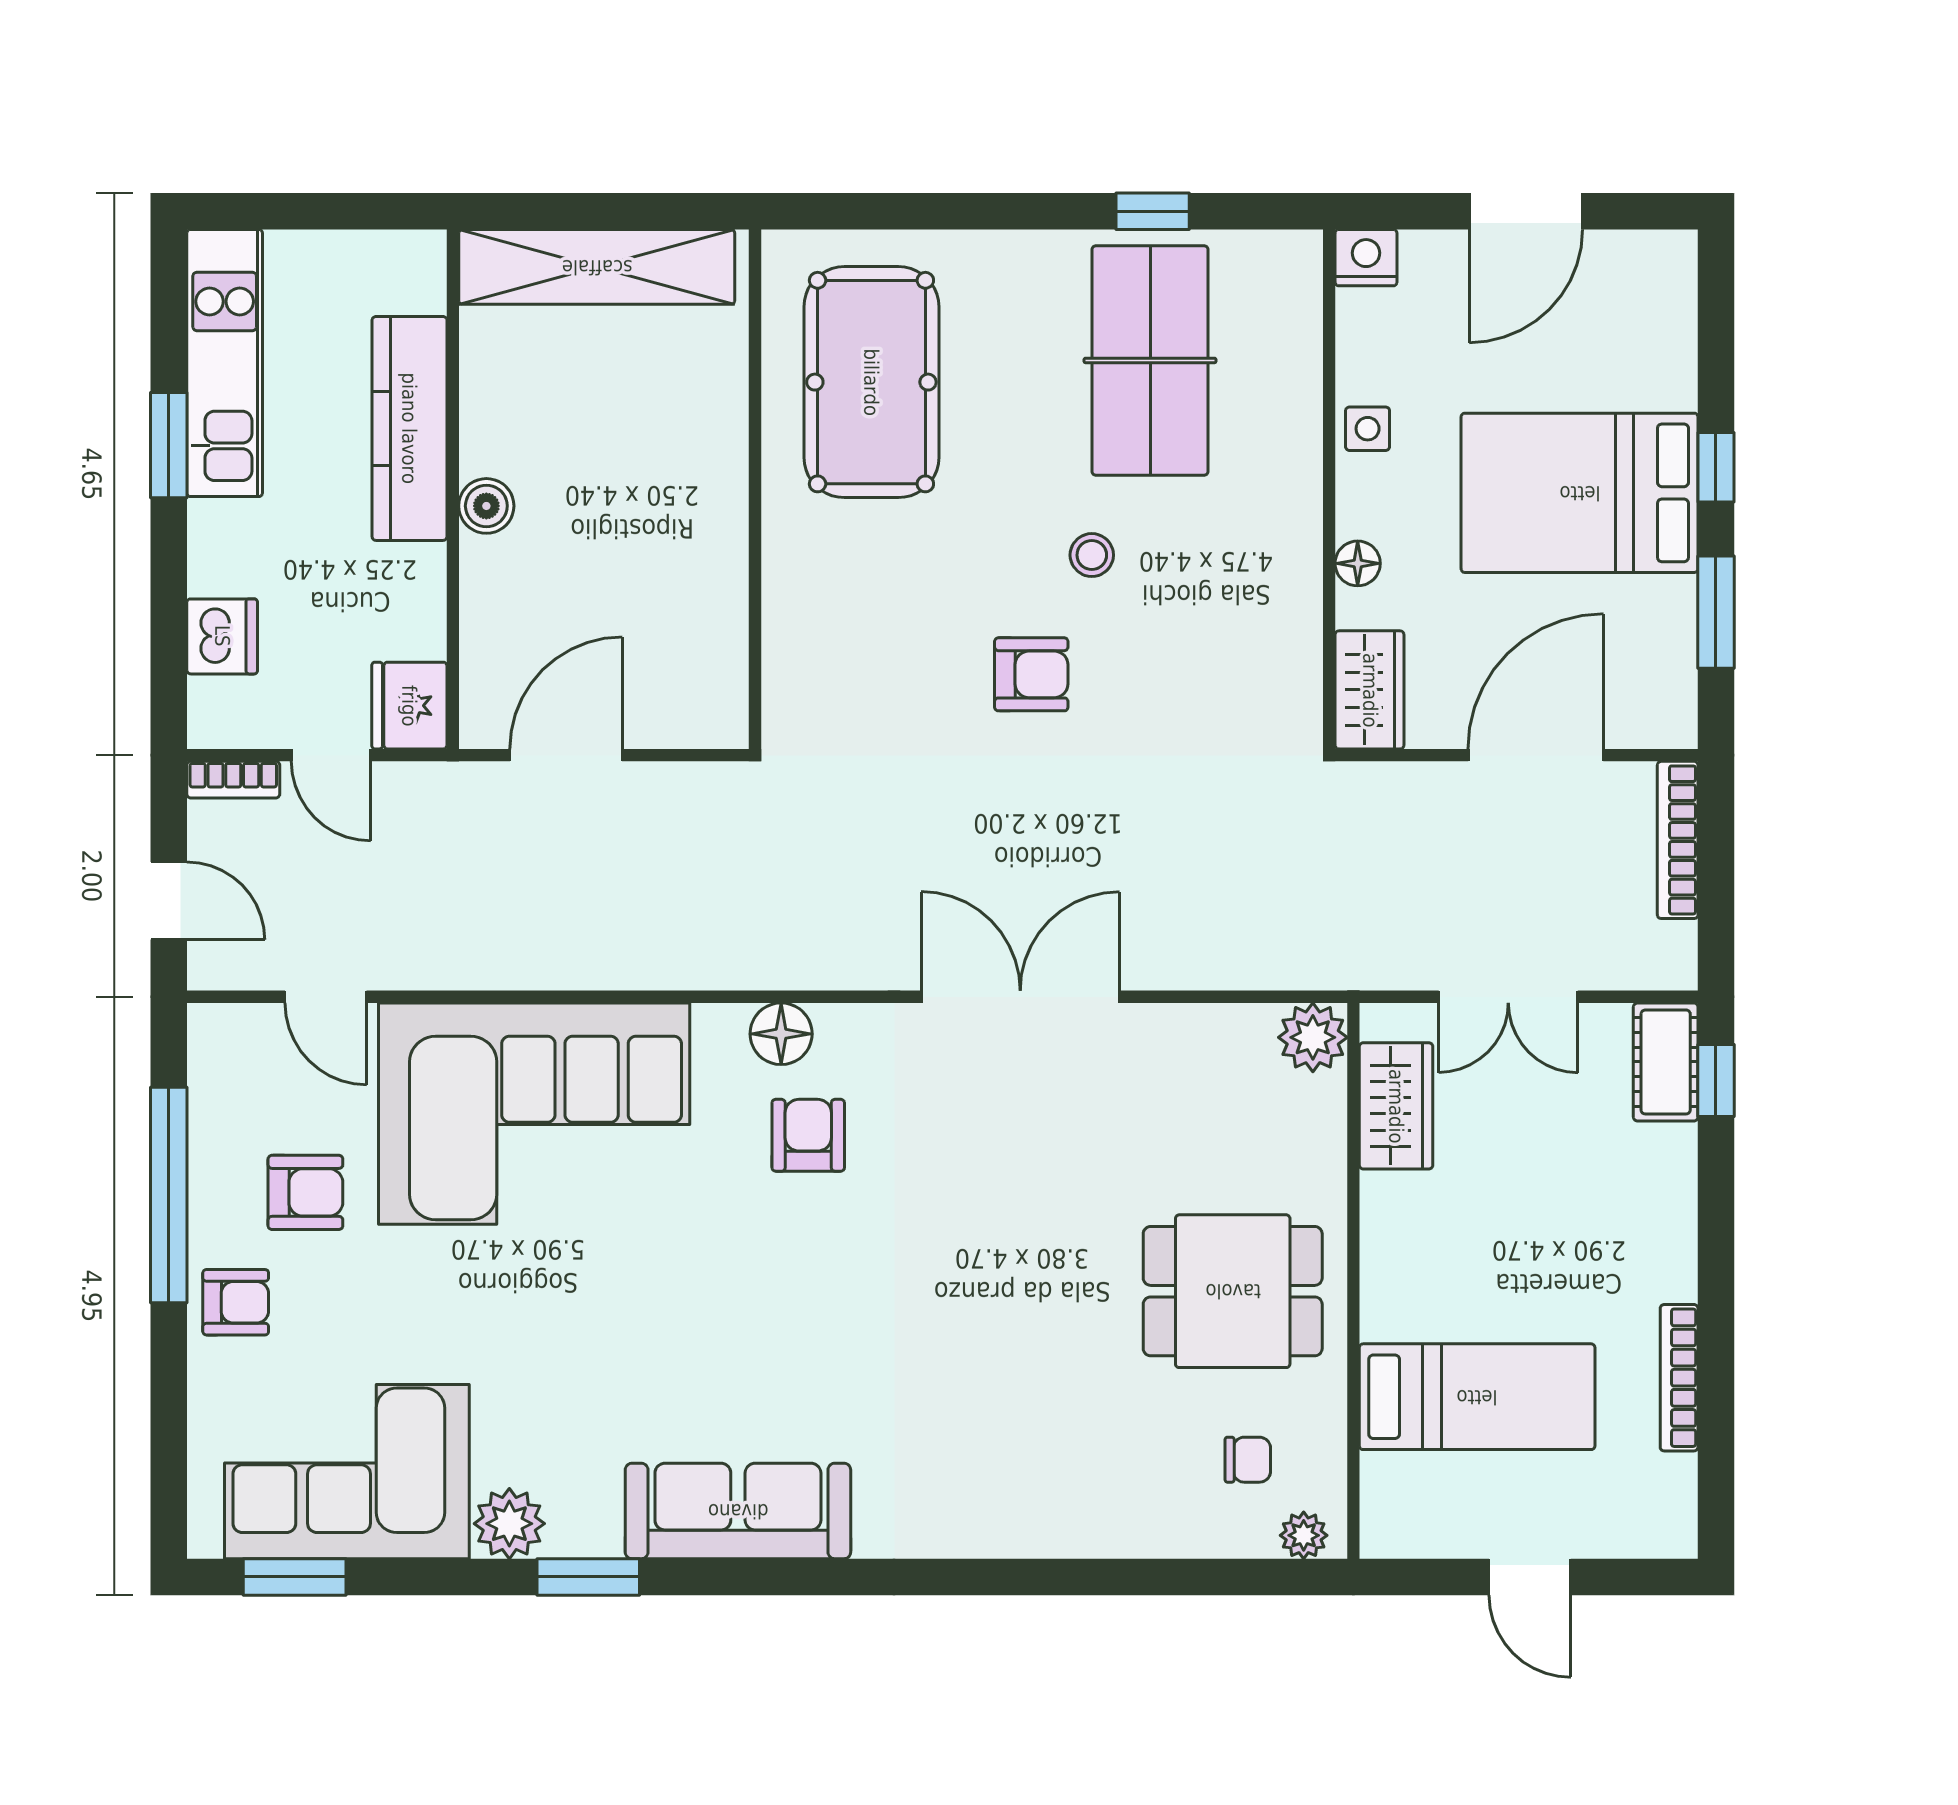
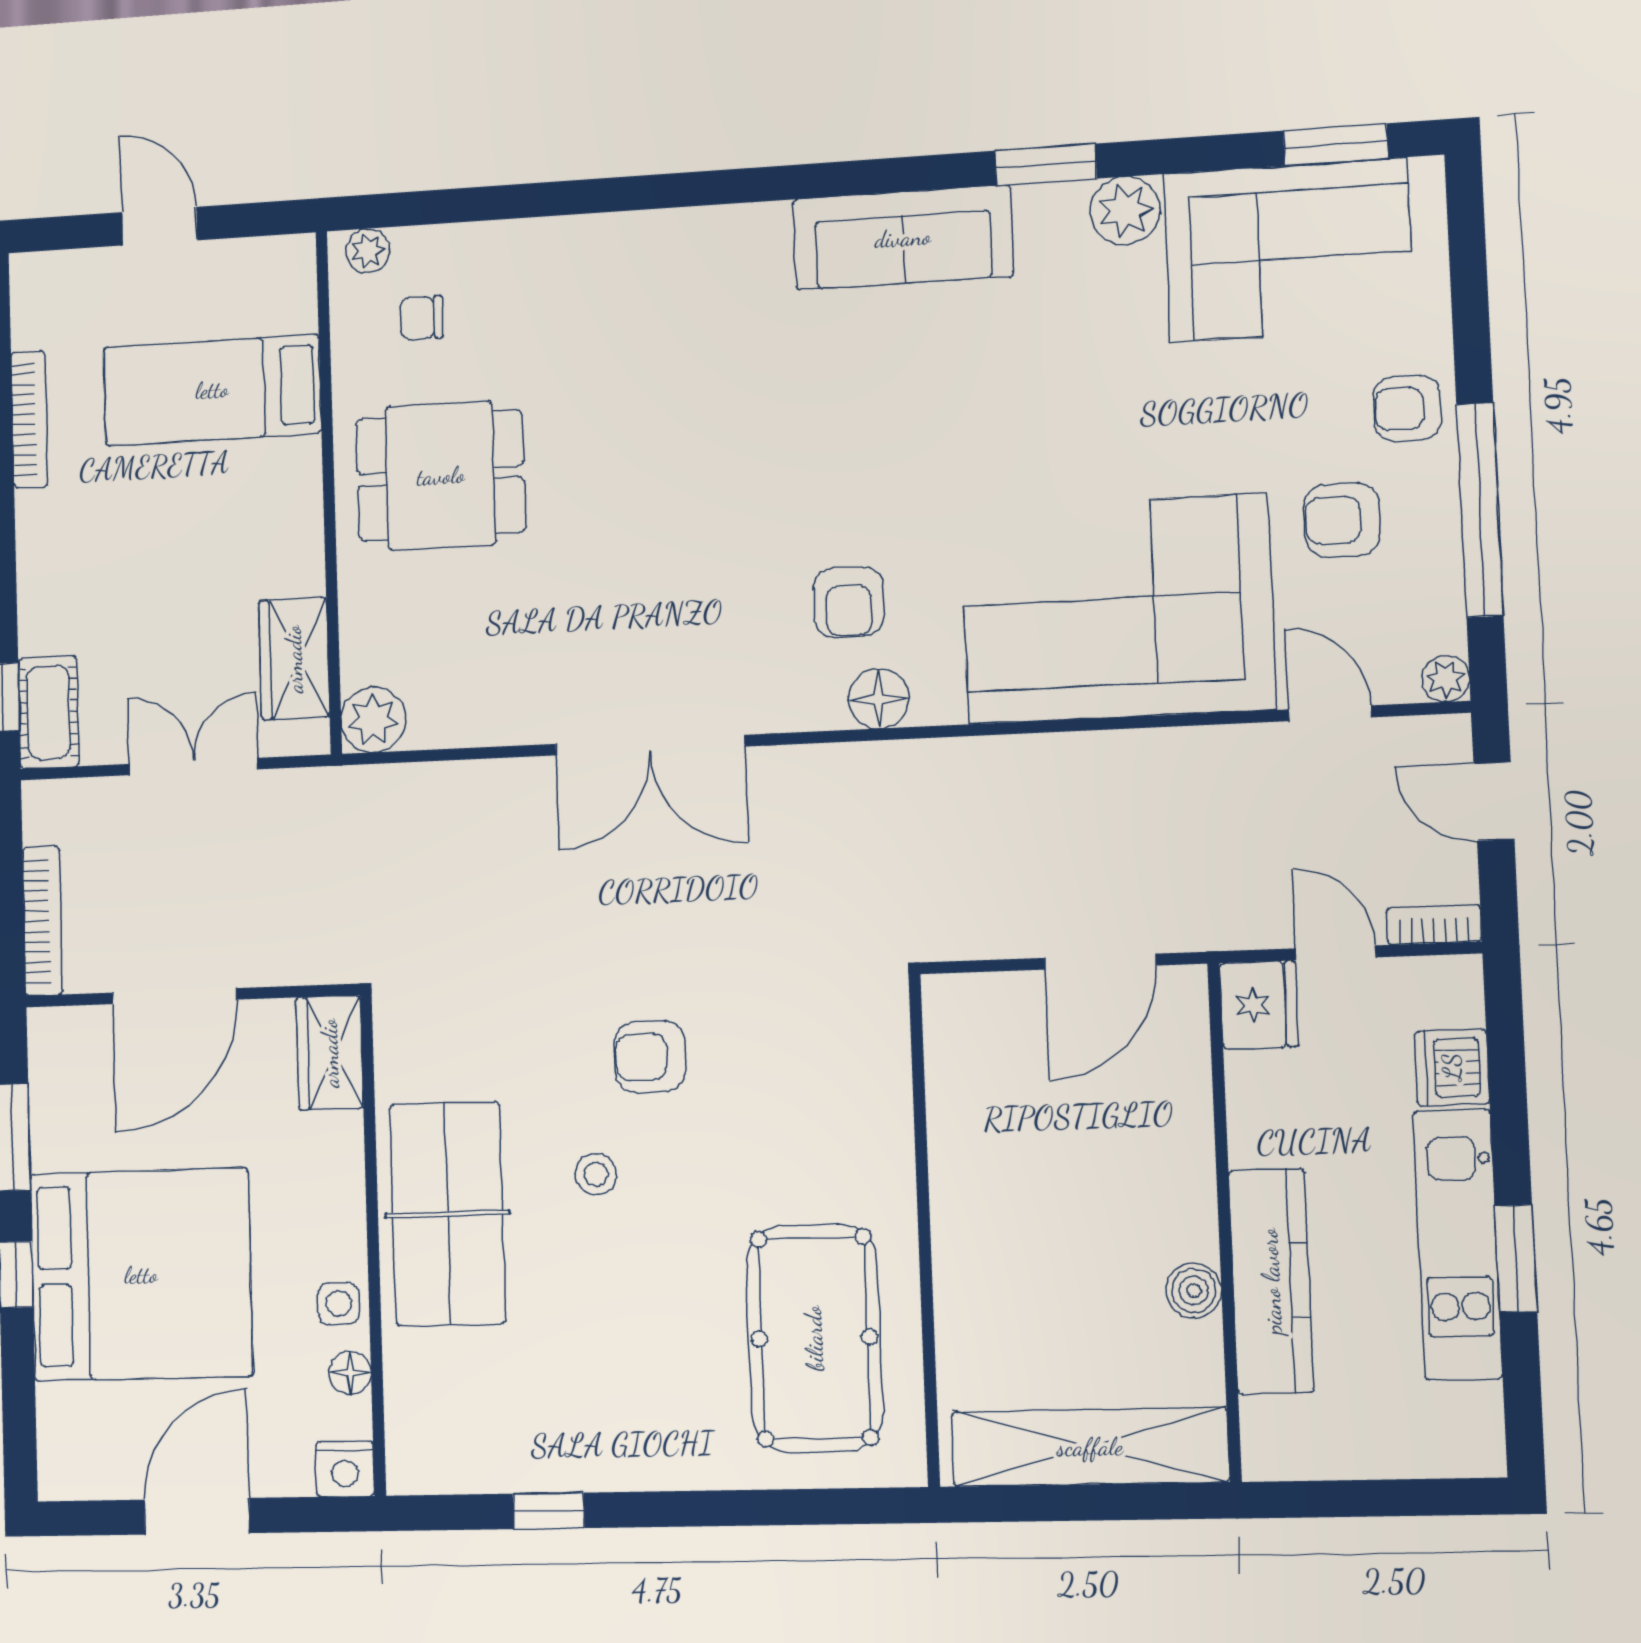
table tennis table: (1150, 360) -> (447, 1214), moved
kitchen unit: (225, 363) -> (1458, 1245), moved
bed: (1580, 493) -> (141, 1275), width x1.36
boiler: (486, 506) -> (1194, 1290), moved
floor lamp: (1358, 563) -> (350, 1373), moved
plant: (210, 1026) -> (1446, 679), added

